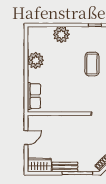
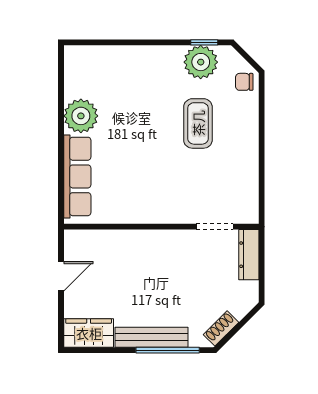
plant: (61, 34) -> (201, 62), moved
row of seats: (34, 96) -> (77, 176), width x1.48
bench: (65, 167) -> (151, 337), width x1.36

